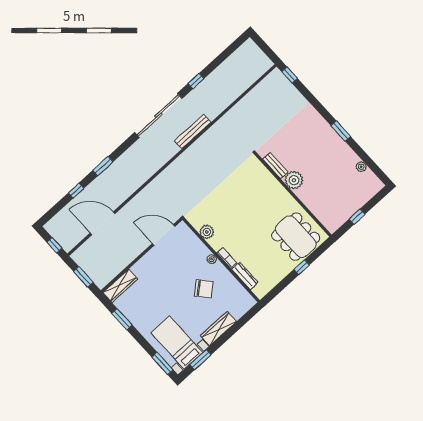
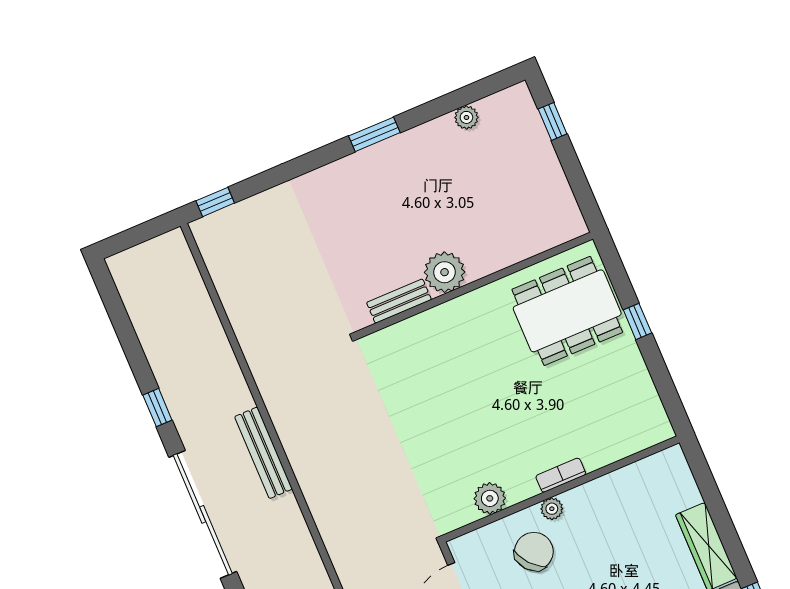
window: (357, 217) -> (553, 121), moved
dresser: (245, 276) -> (613, 450), removed
chair: (204, 289) -> (534, 551), moved

